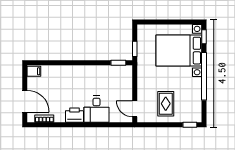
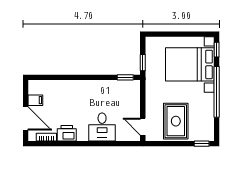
filing cabinet: (34, 71) -> (35, 100), moved
rug: (166, 104) -> (176, 121), width x1.36, depth x1.43
printer: (74, 115) -> (67, 133), moved

